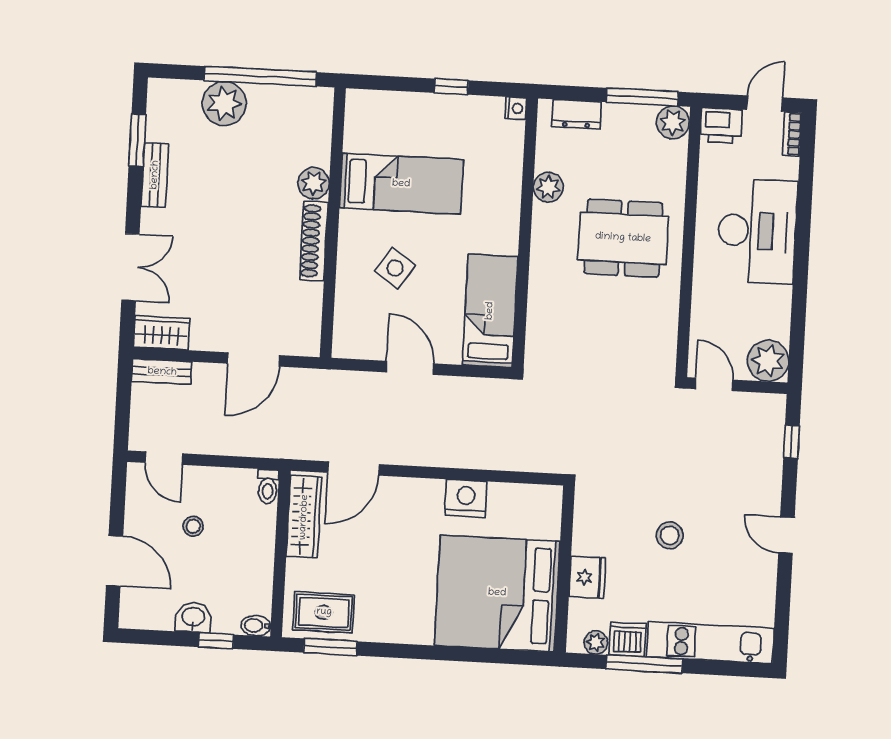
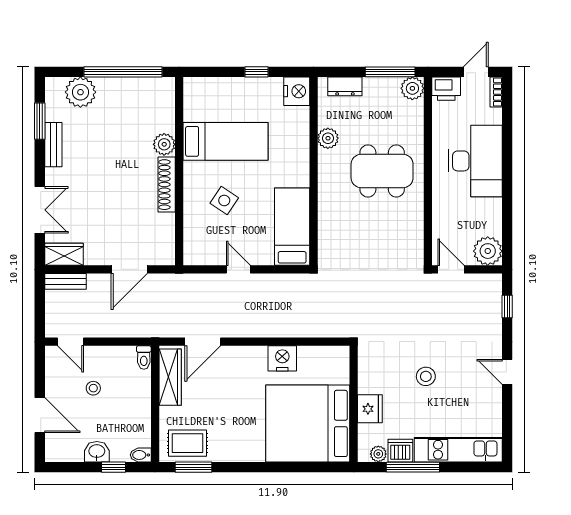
plant: (224, 104) -> (80, 92), moved
nightstand: (516, 108) -> (297, 91), width x1.89, depth x1.79
door: (410, 368) -> (238, 269), width x0.73

